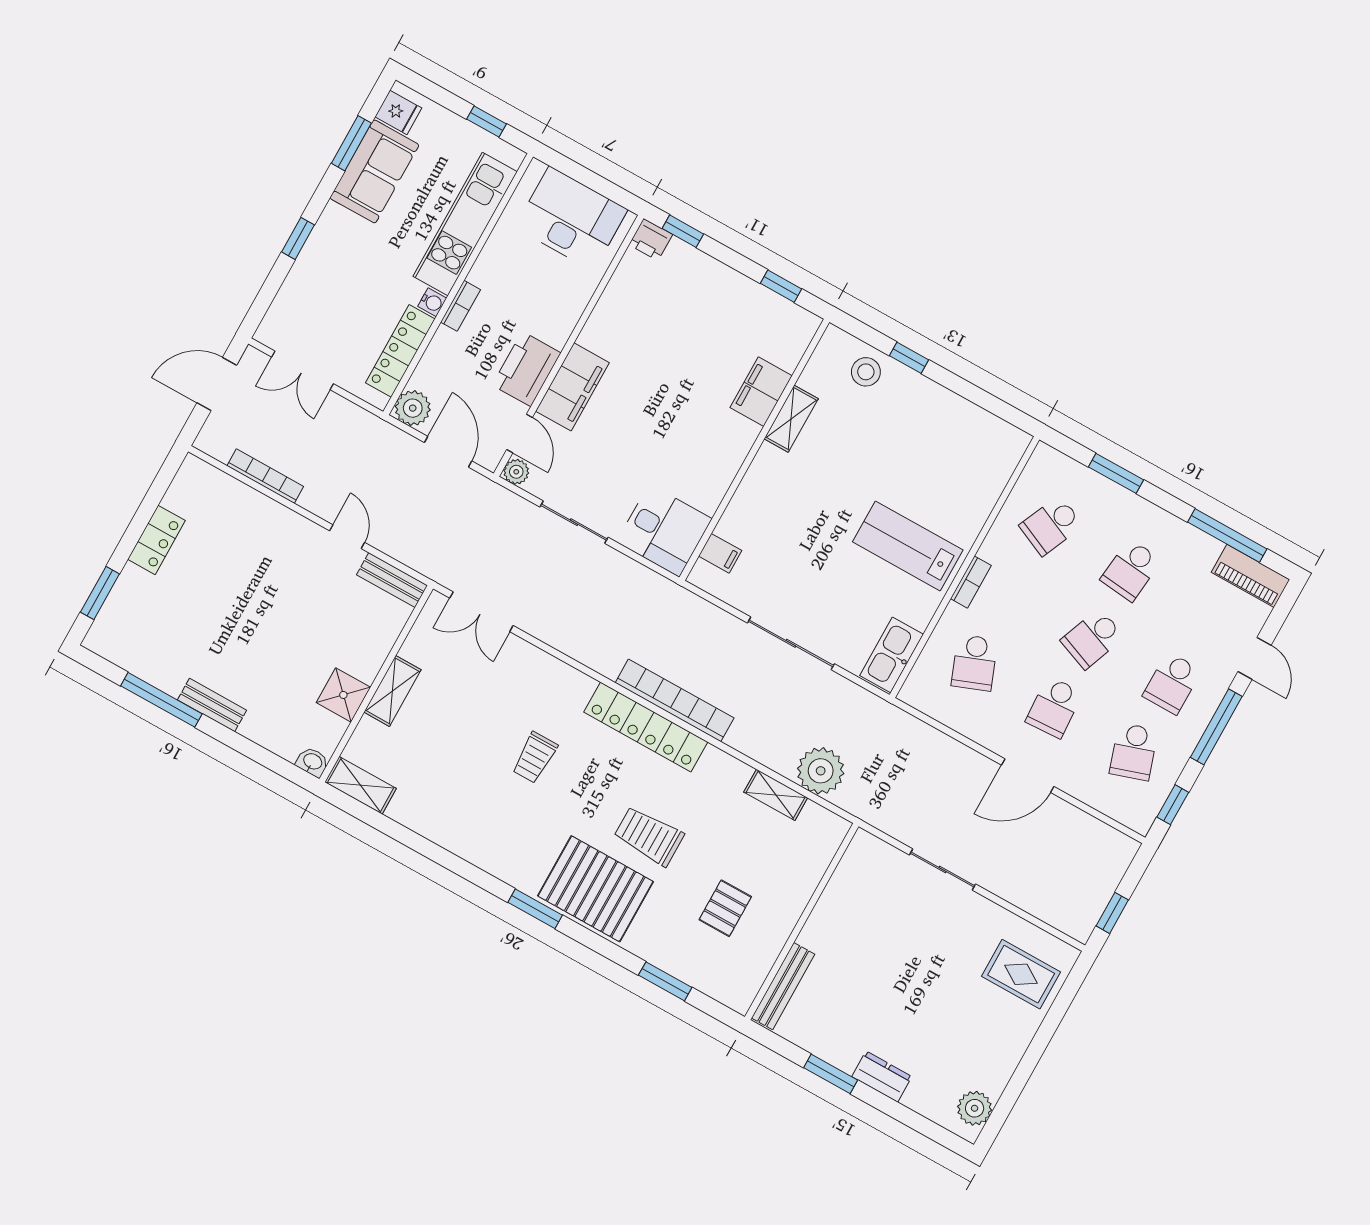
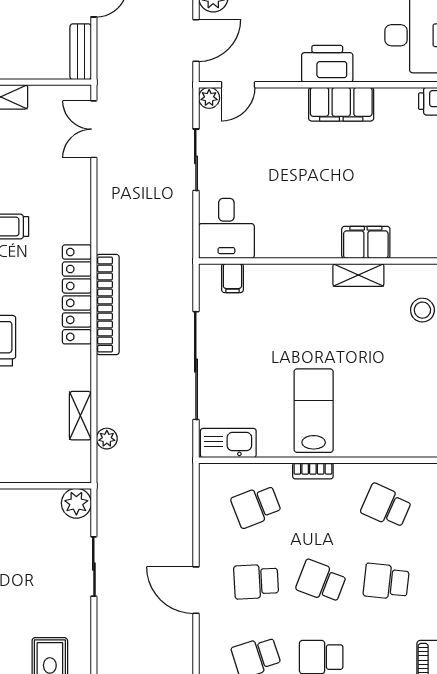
printer: (527, 369) -> (327, 64), moved
filing cabinet: (572, 387) -> (341, 104), moved
sliding door: (791, 643) -> (196, 366), width x1.36
plant: (821, 771) -> (107, 439), width x0.53, depth x0.53
plant: (866, 851) -> (76, 503), added

